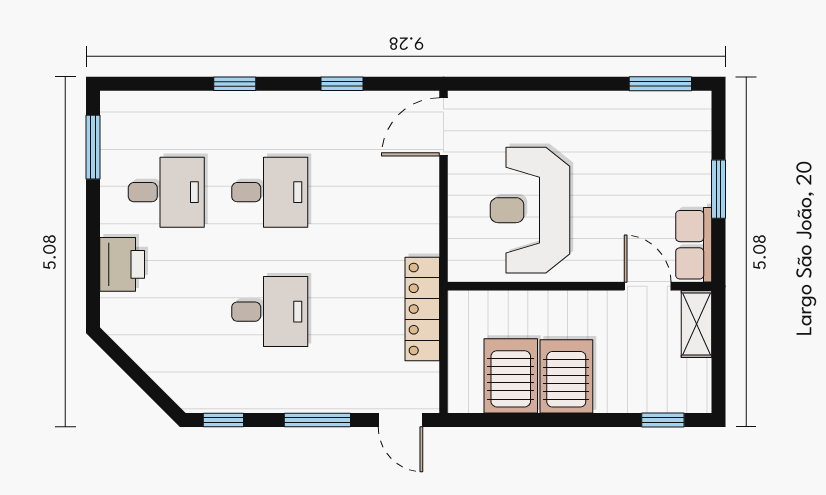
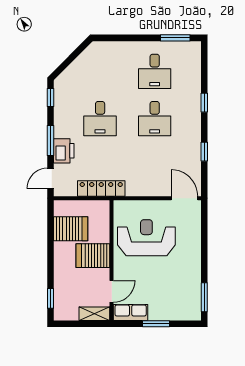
printer: (122, 264) -> (64, 151), moved, turned -90
server rack: (566, 376) -> (93, 256), moved, turned 180

